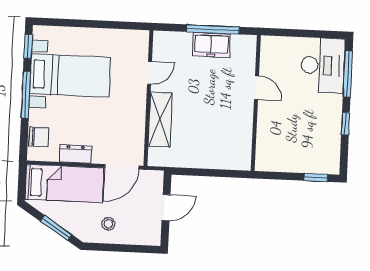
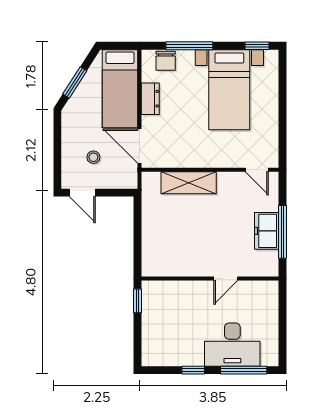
desk: (323, 65) -> (232, 345), moved
door: (150, 73) -> (257, 170), moved
window: (26, 95) -> (189, 46), moved
window: (316, 177) -> (138, 301), moved
door: (166, 208) -> (82, 193), moved
stool: (108, 224) -> (93, 157), moved

